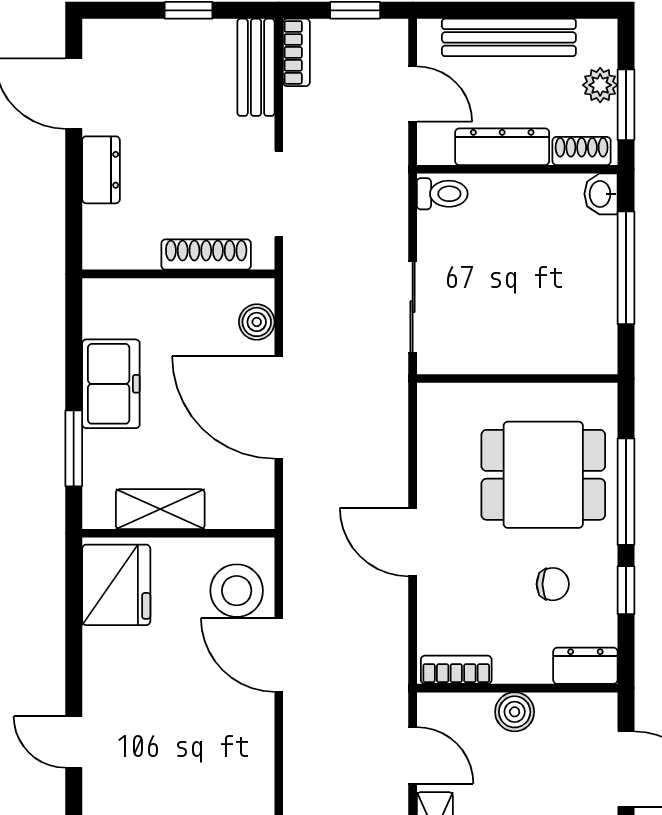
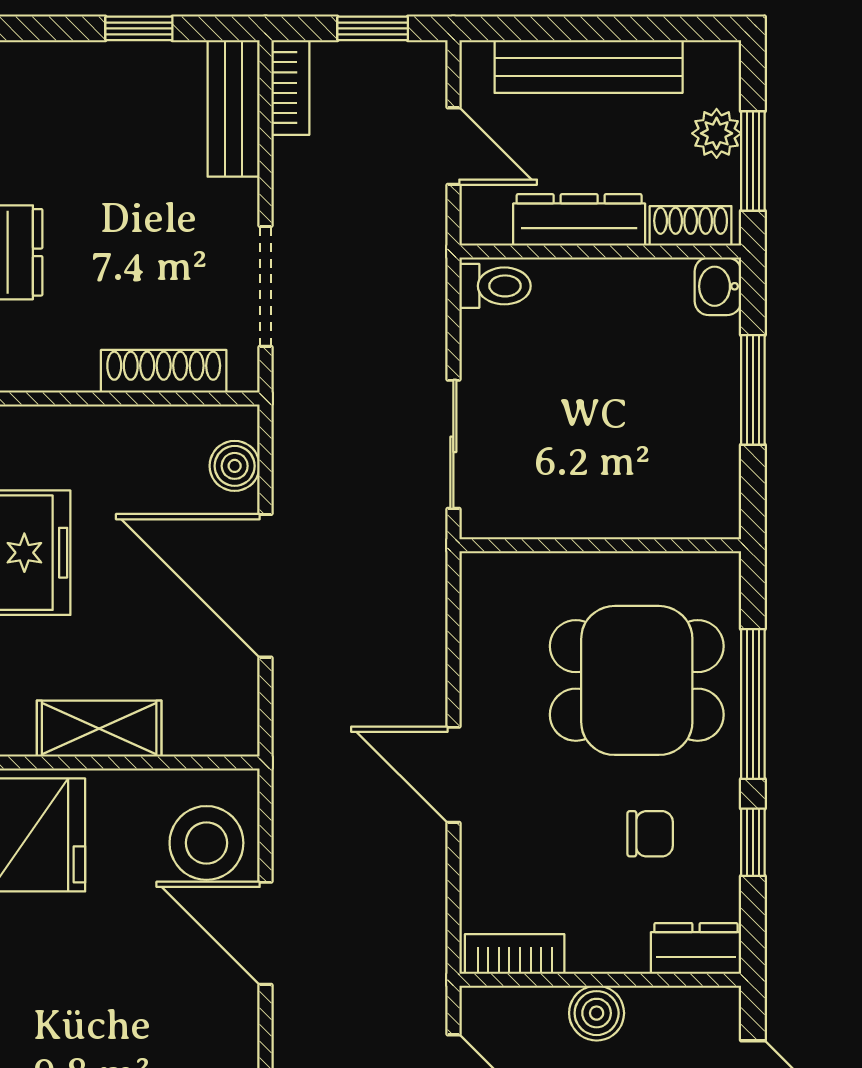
window: (626, 268) -> (753, 390), width x0.69

